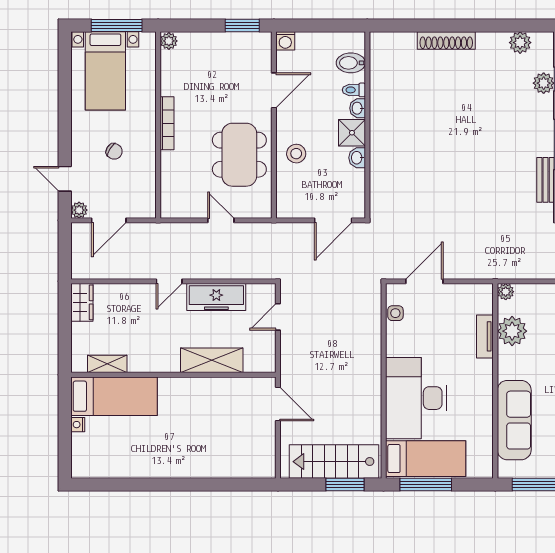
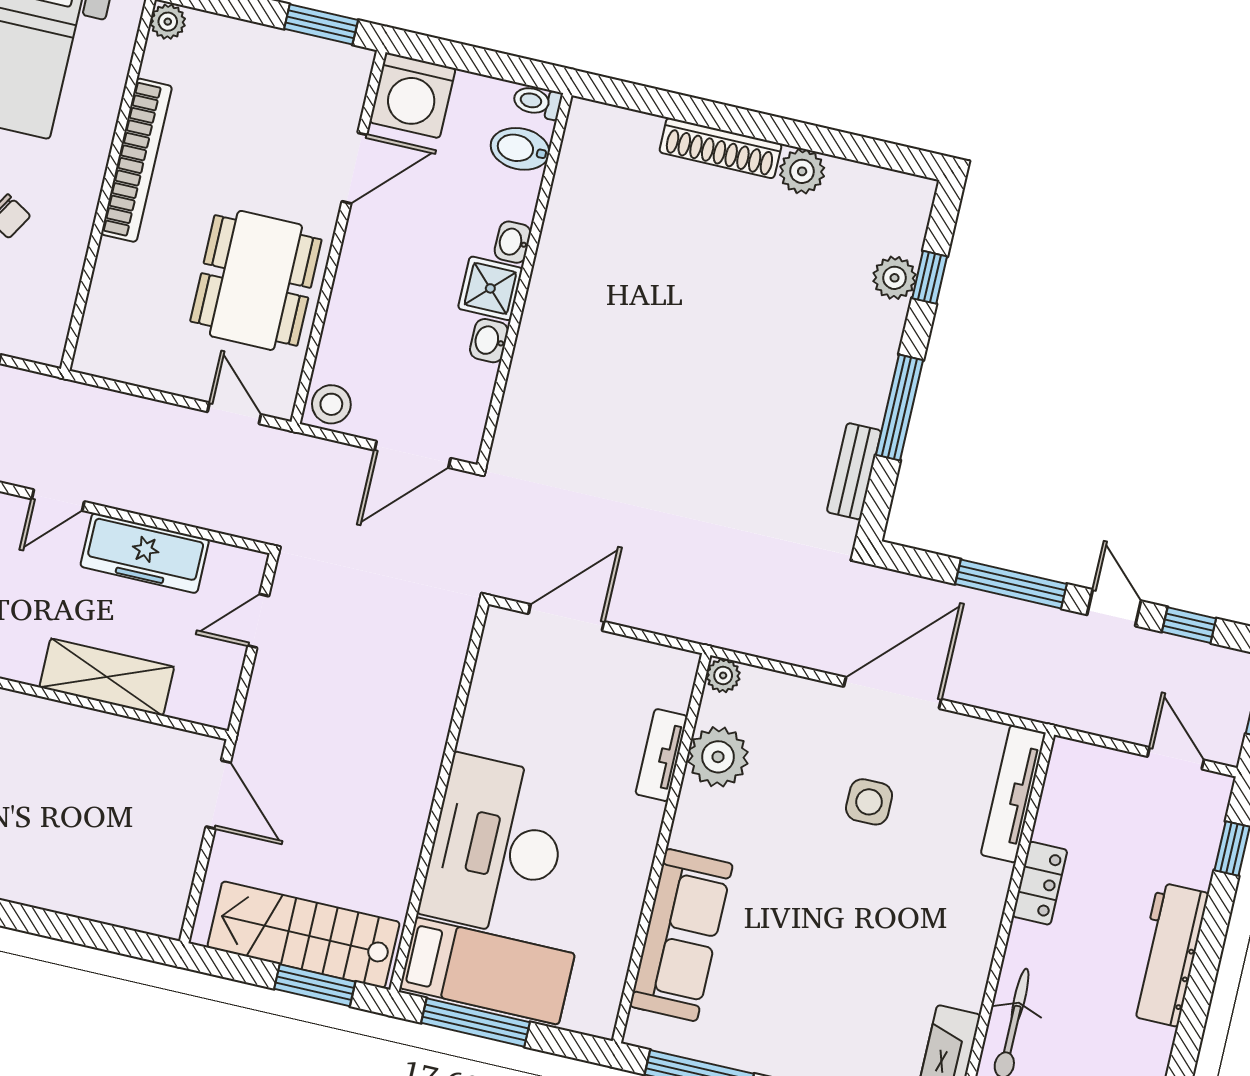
washing machine: (285, 41) -> (412, 95), width x1.89, depth x1.89
plant: (520, 43) -> (802, 171), moved
toilet: (354, 90) -> (537, 102), moved
bookcase: (167, 123) -> (136, 160), width x1.48, depth x1.31
stool: (296, 154) -> (331, 404), moved
door: (221, 220) -> (234, 413), moved
side table: (395, 313) -> (494, 668), removed

